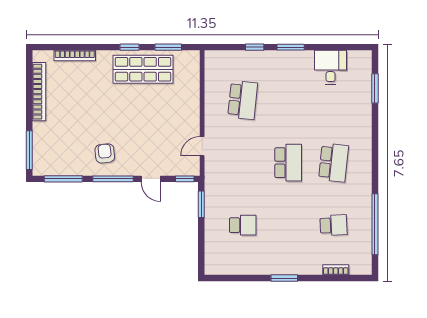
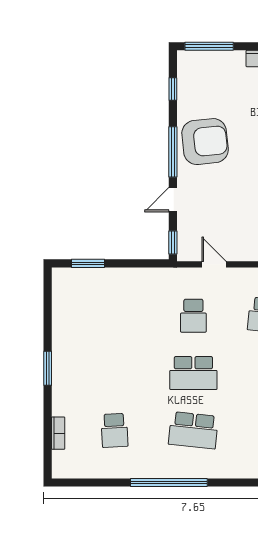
armchair: (105, 153) -> (205, 142), width x1.88, depth x1.88
window: (63, 179) -> (173, 89), width x0.46
window: (201, 204) -> (88, 263), moved
window: (375, 224) -> (169, 483), moved
school desk: (243, 225) -> (193, 316), moved

